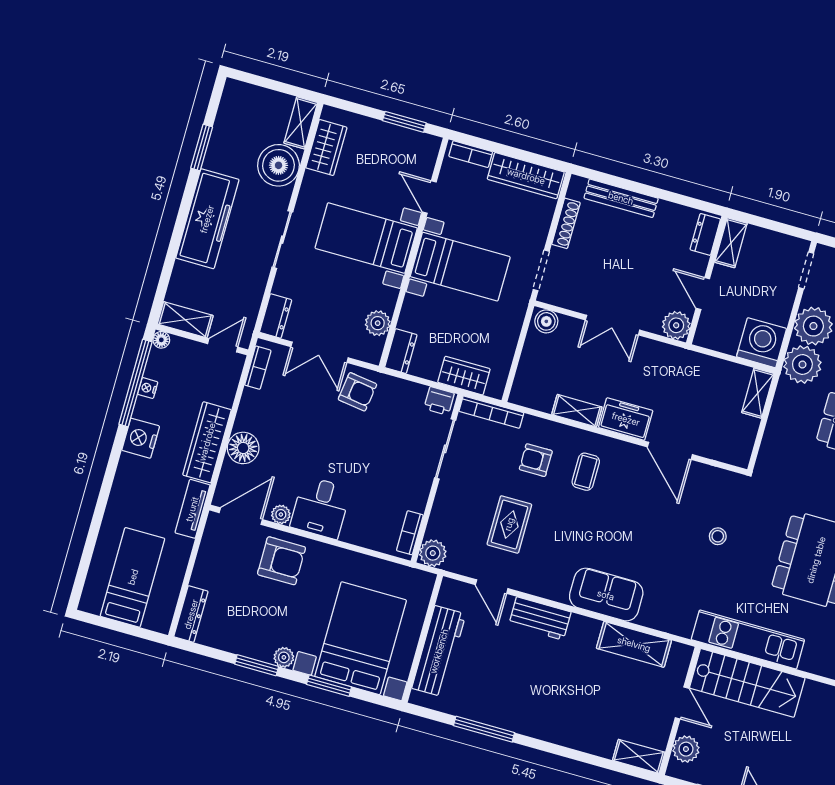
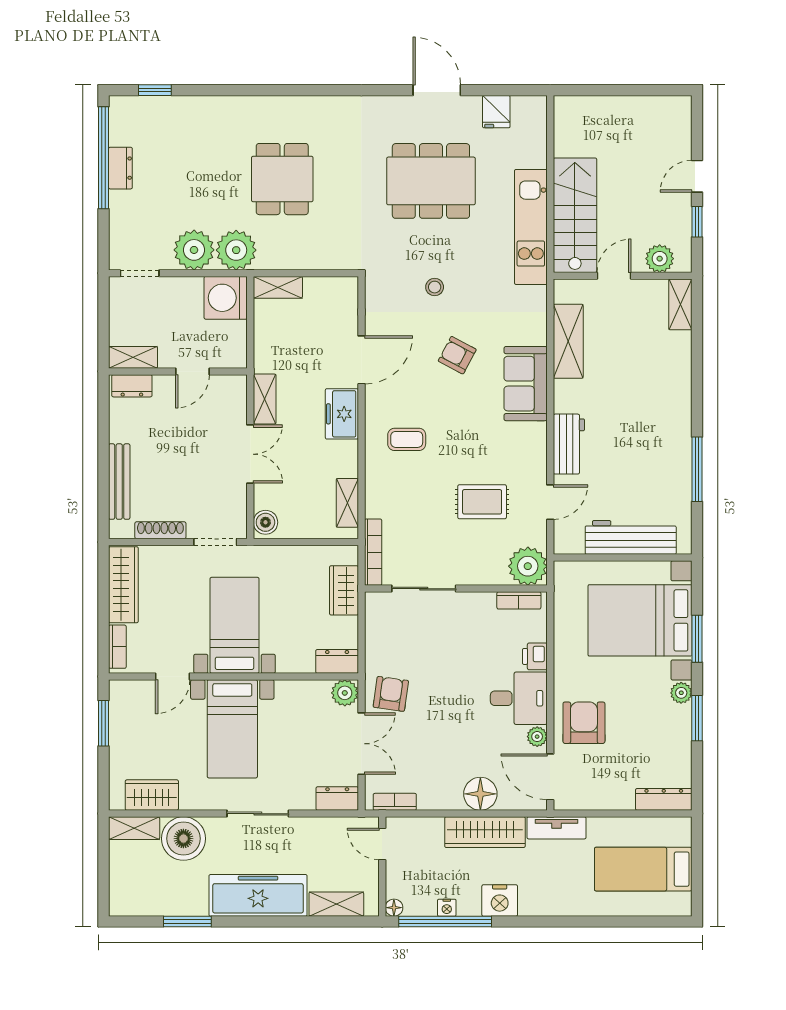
shelving: (185, 320) -> (336, 904), moved, turned 90
plant: (378, 323) -> (345, 693), moved
plant: (676, 325) -> (232, 389), removed
shelving: (659, 352) -> (265, 399), added
printer: (439, 401) -> (535, 656), moved, turned 180
shelving: (577, 411) -> (347, 503), moved
armchair: (536, 460) -> (457, 355), moved, turned 118
plant: (433, 553) -> (528, 566), width x1.36, depth x1.36

